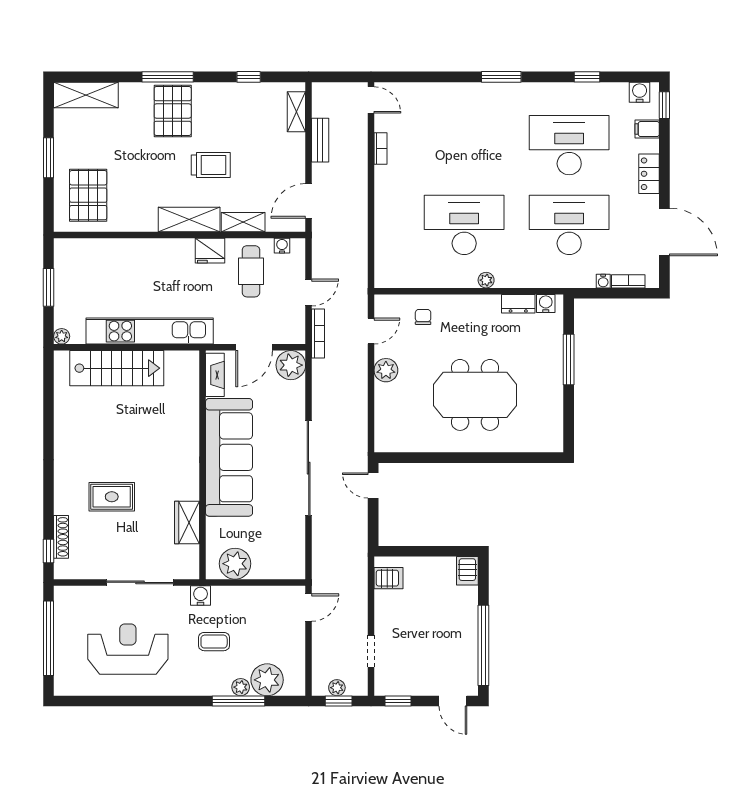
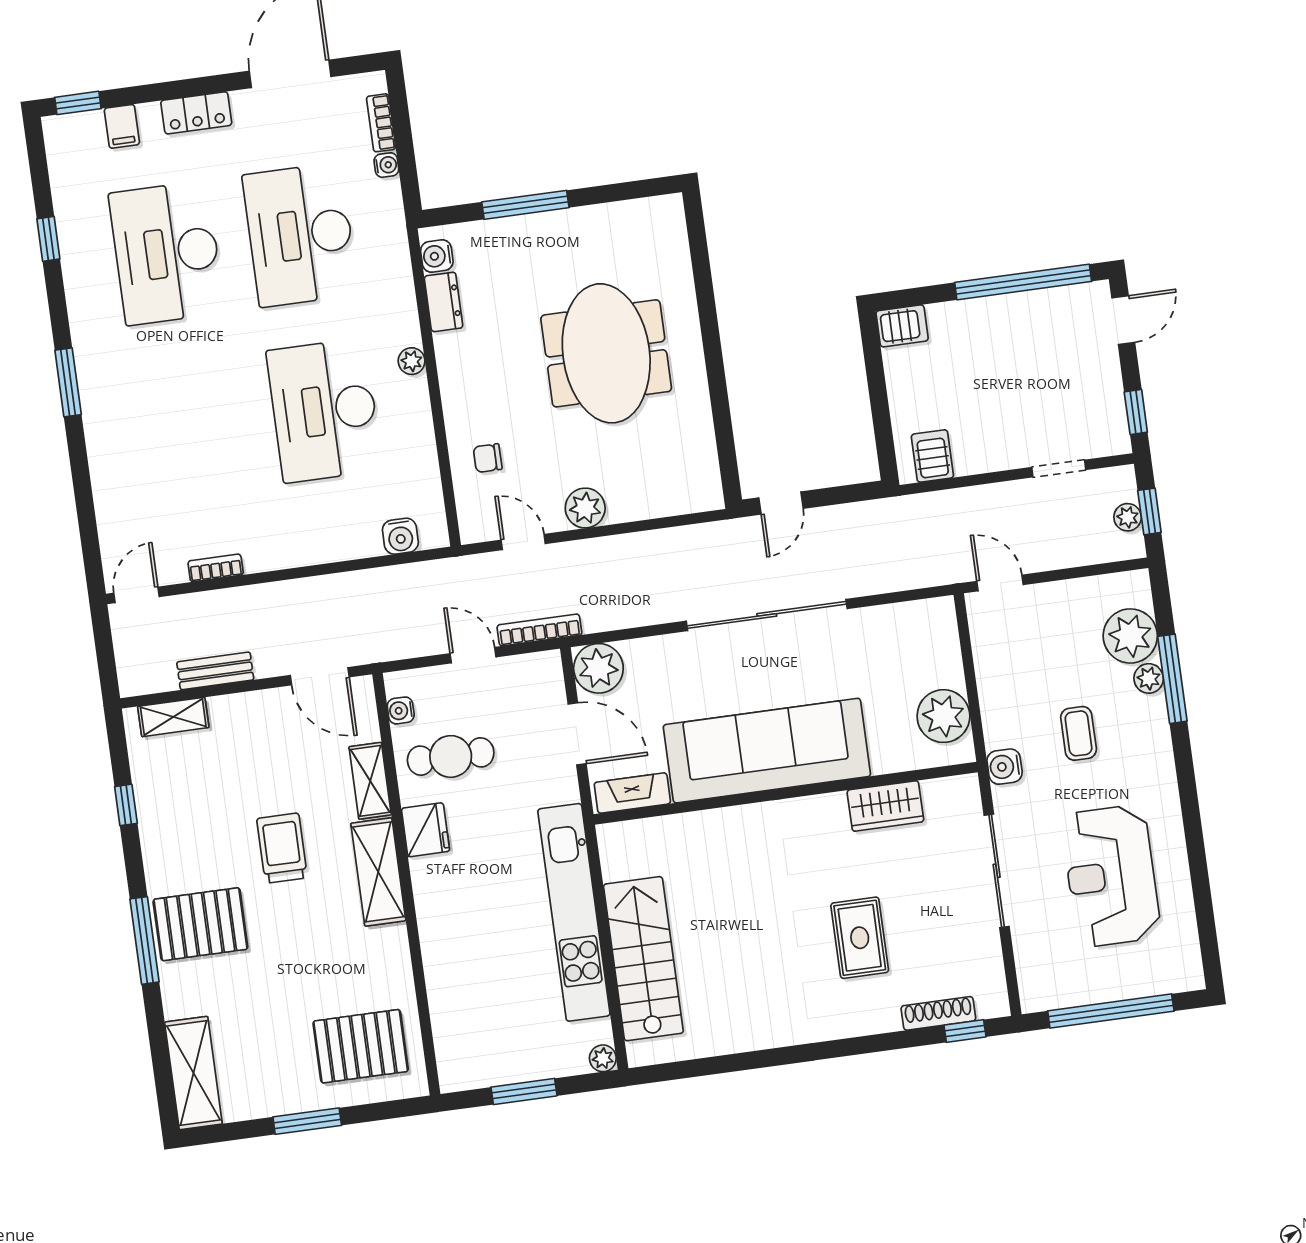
water cooler: (640, 92) -> (400, 536), moved, turned -90

